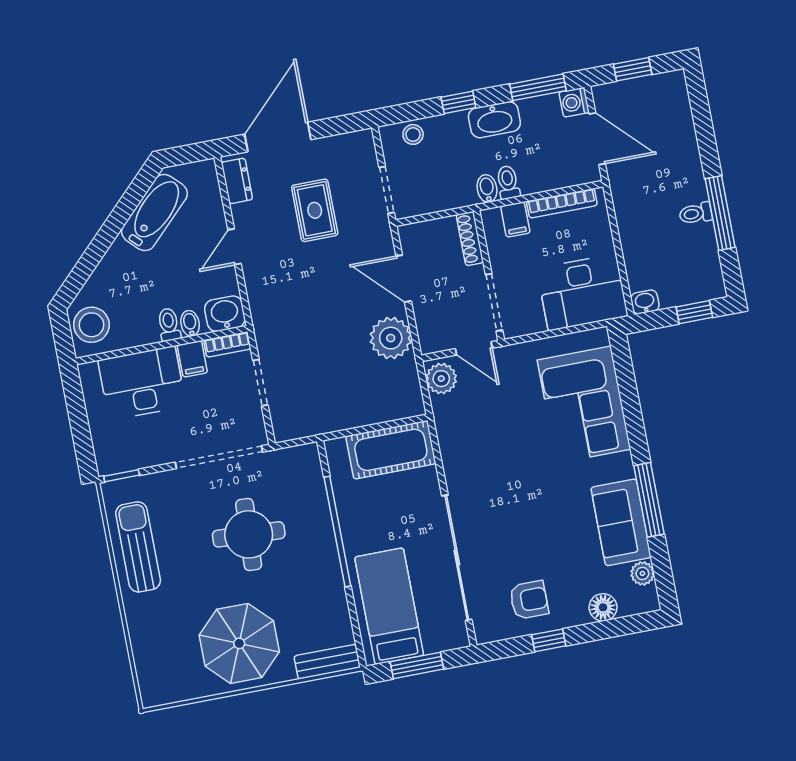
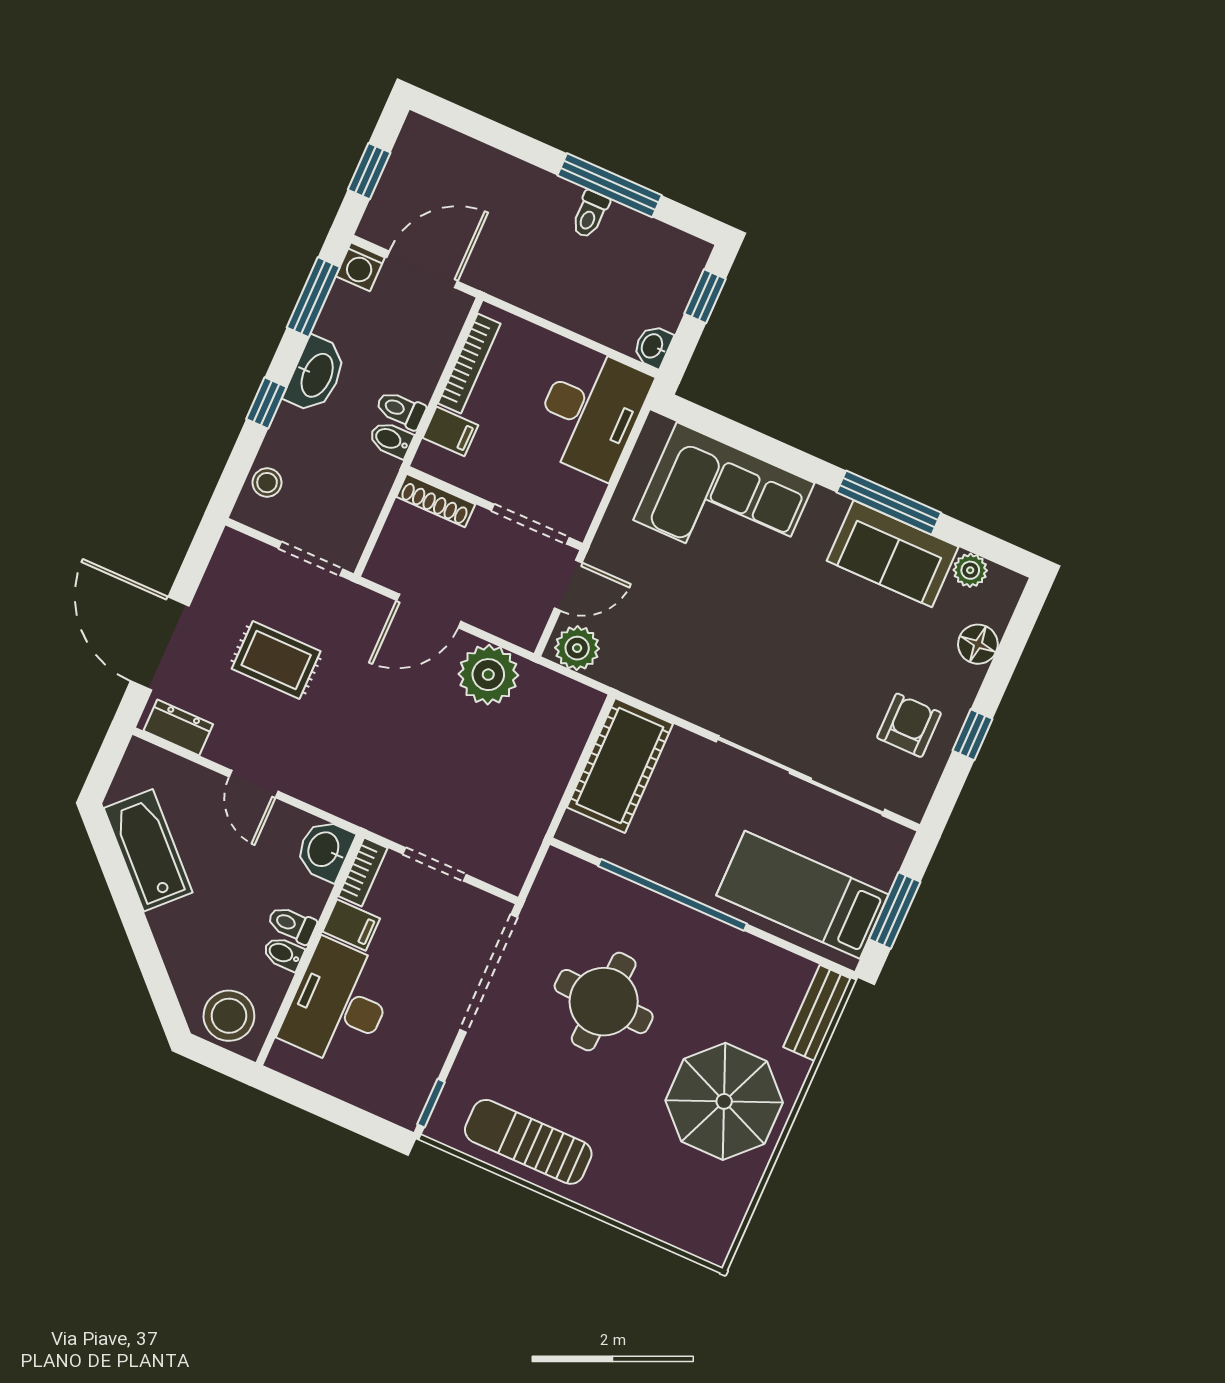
bidet: (190, 323) -> (283, 954), moved

